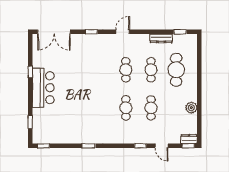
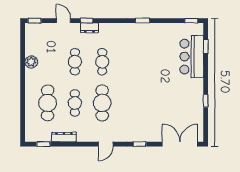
cafe table: (126, 70) -> (102, 103), width x1.37, depth x1.35
bar counter: (43, 88) -> (192, 57), moved
dresser: (189, 139) -> (89, 28), moved

